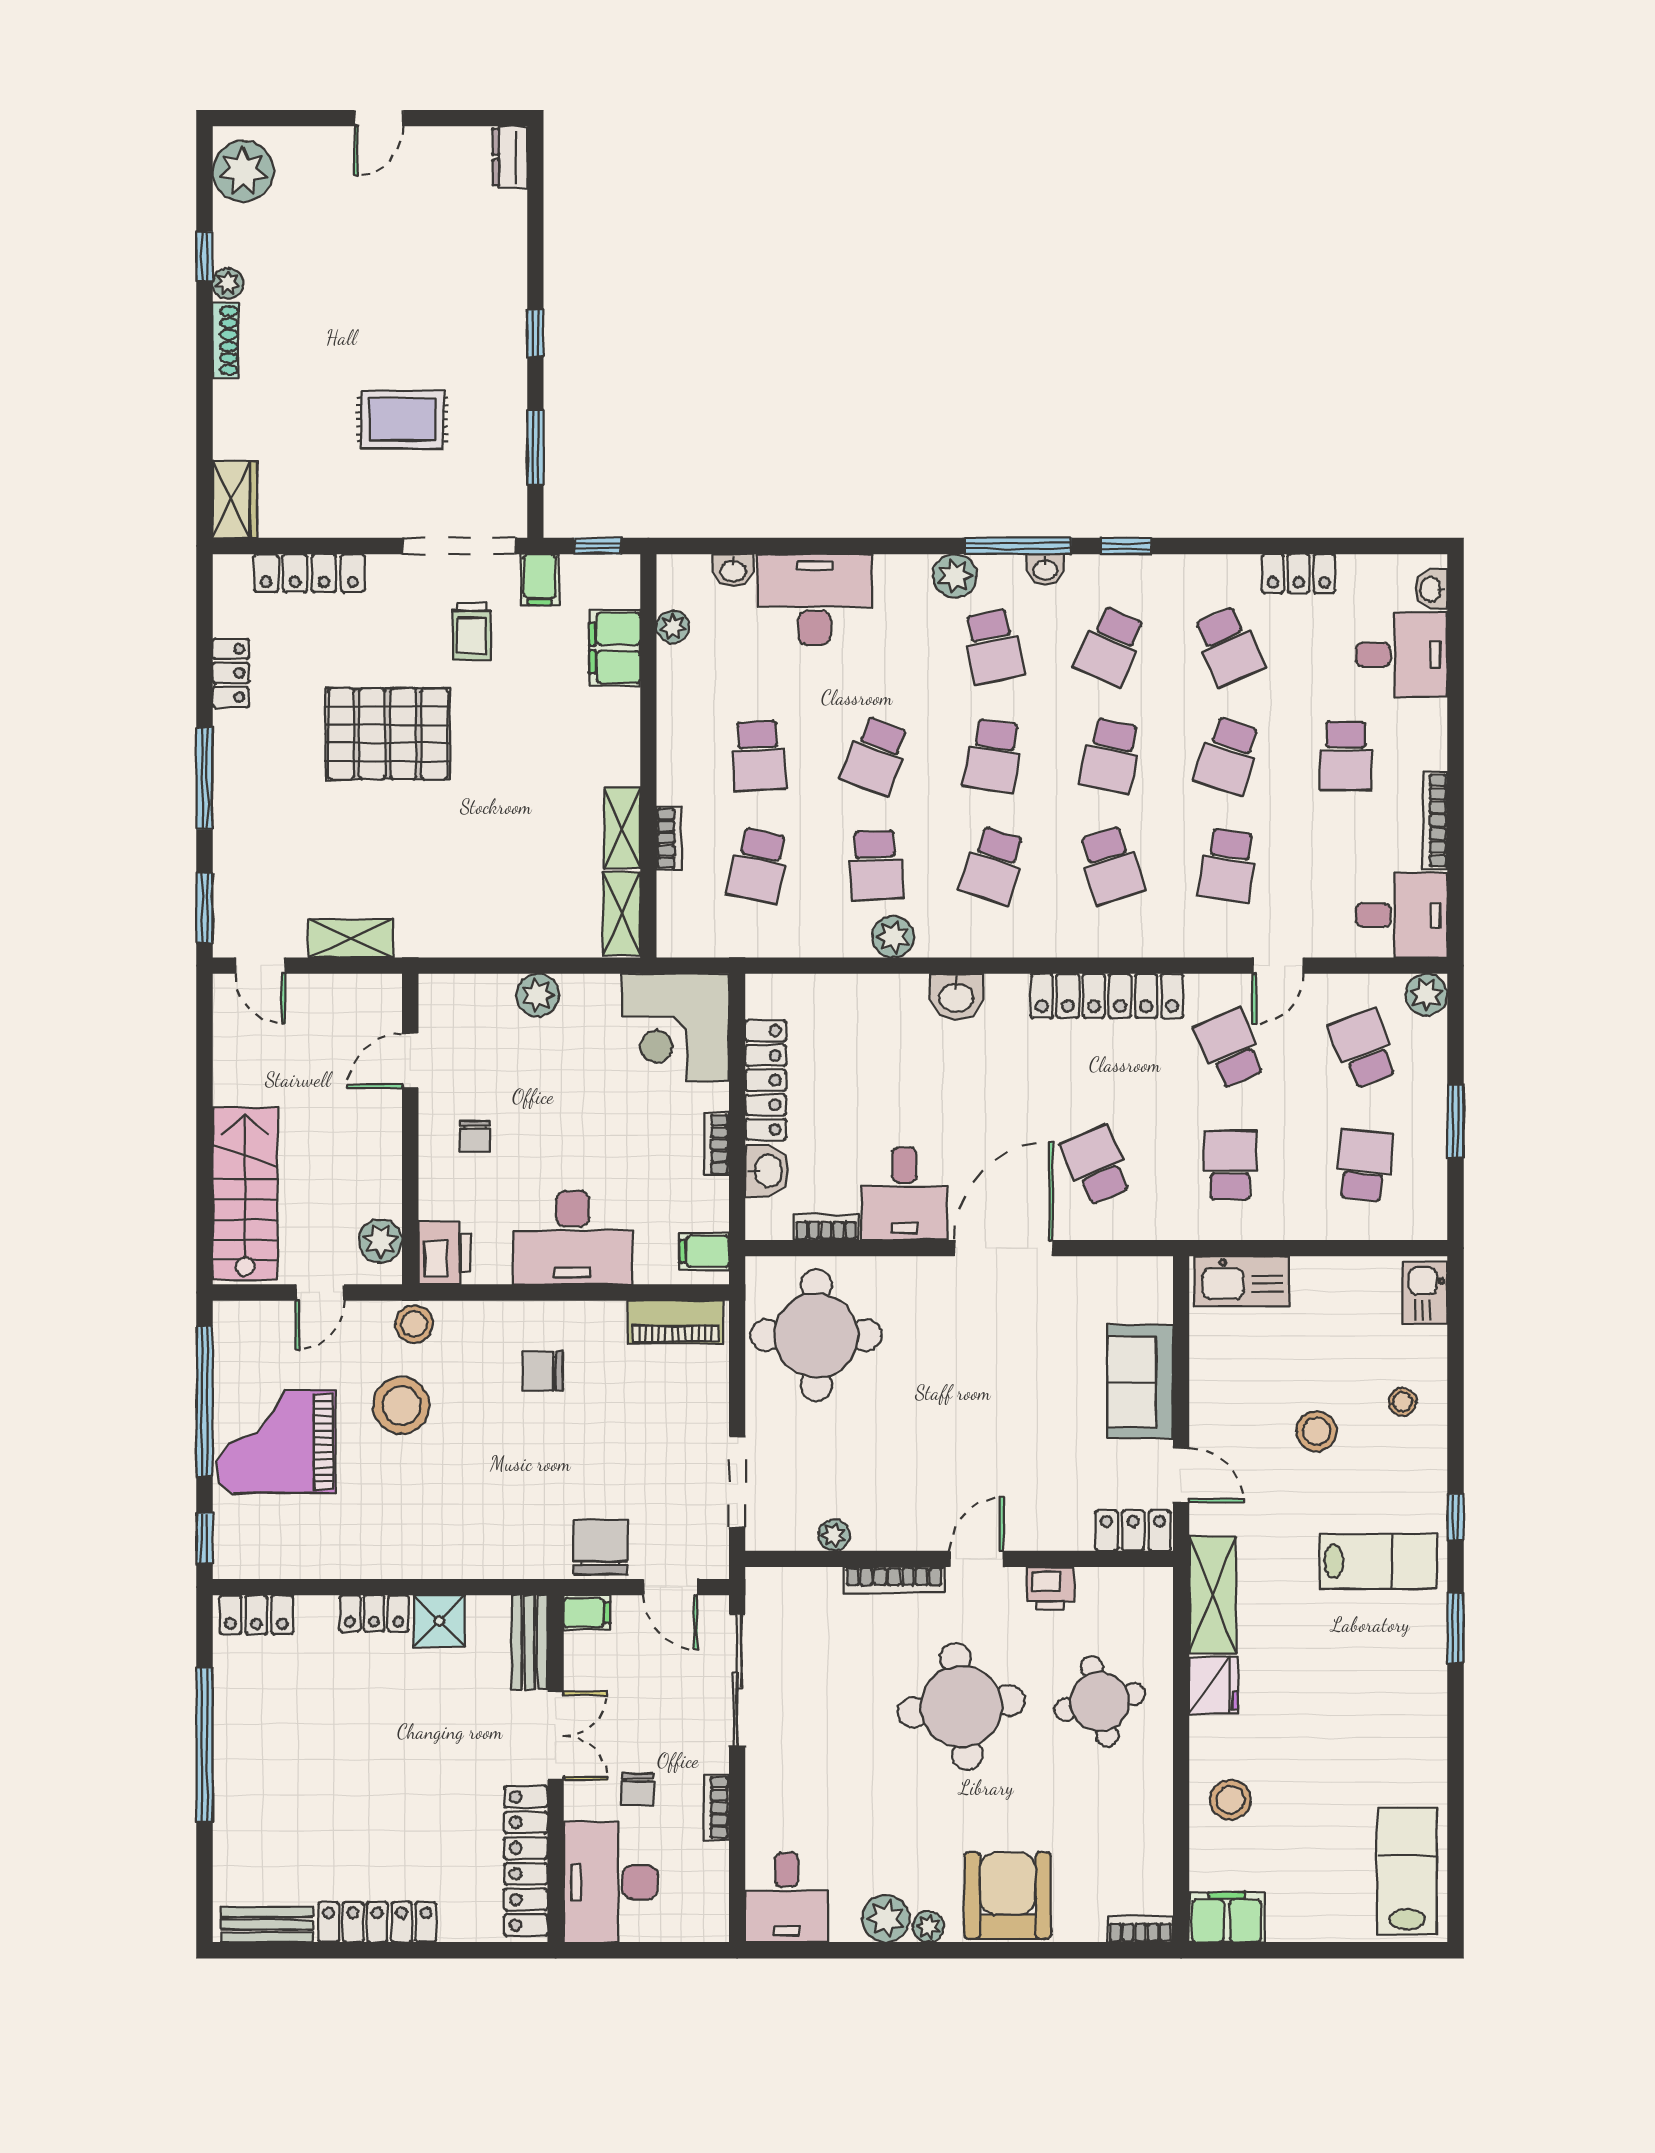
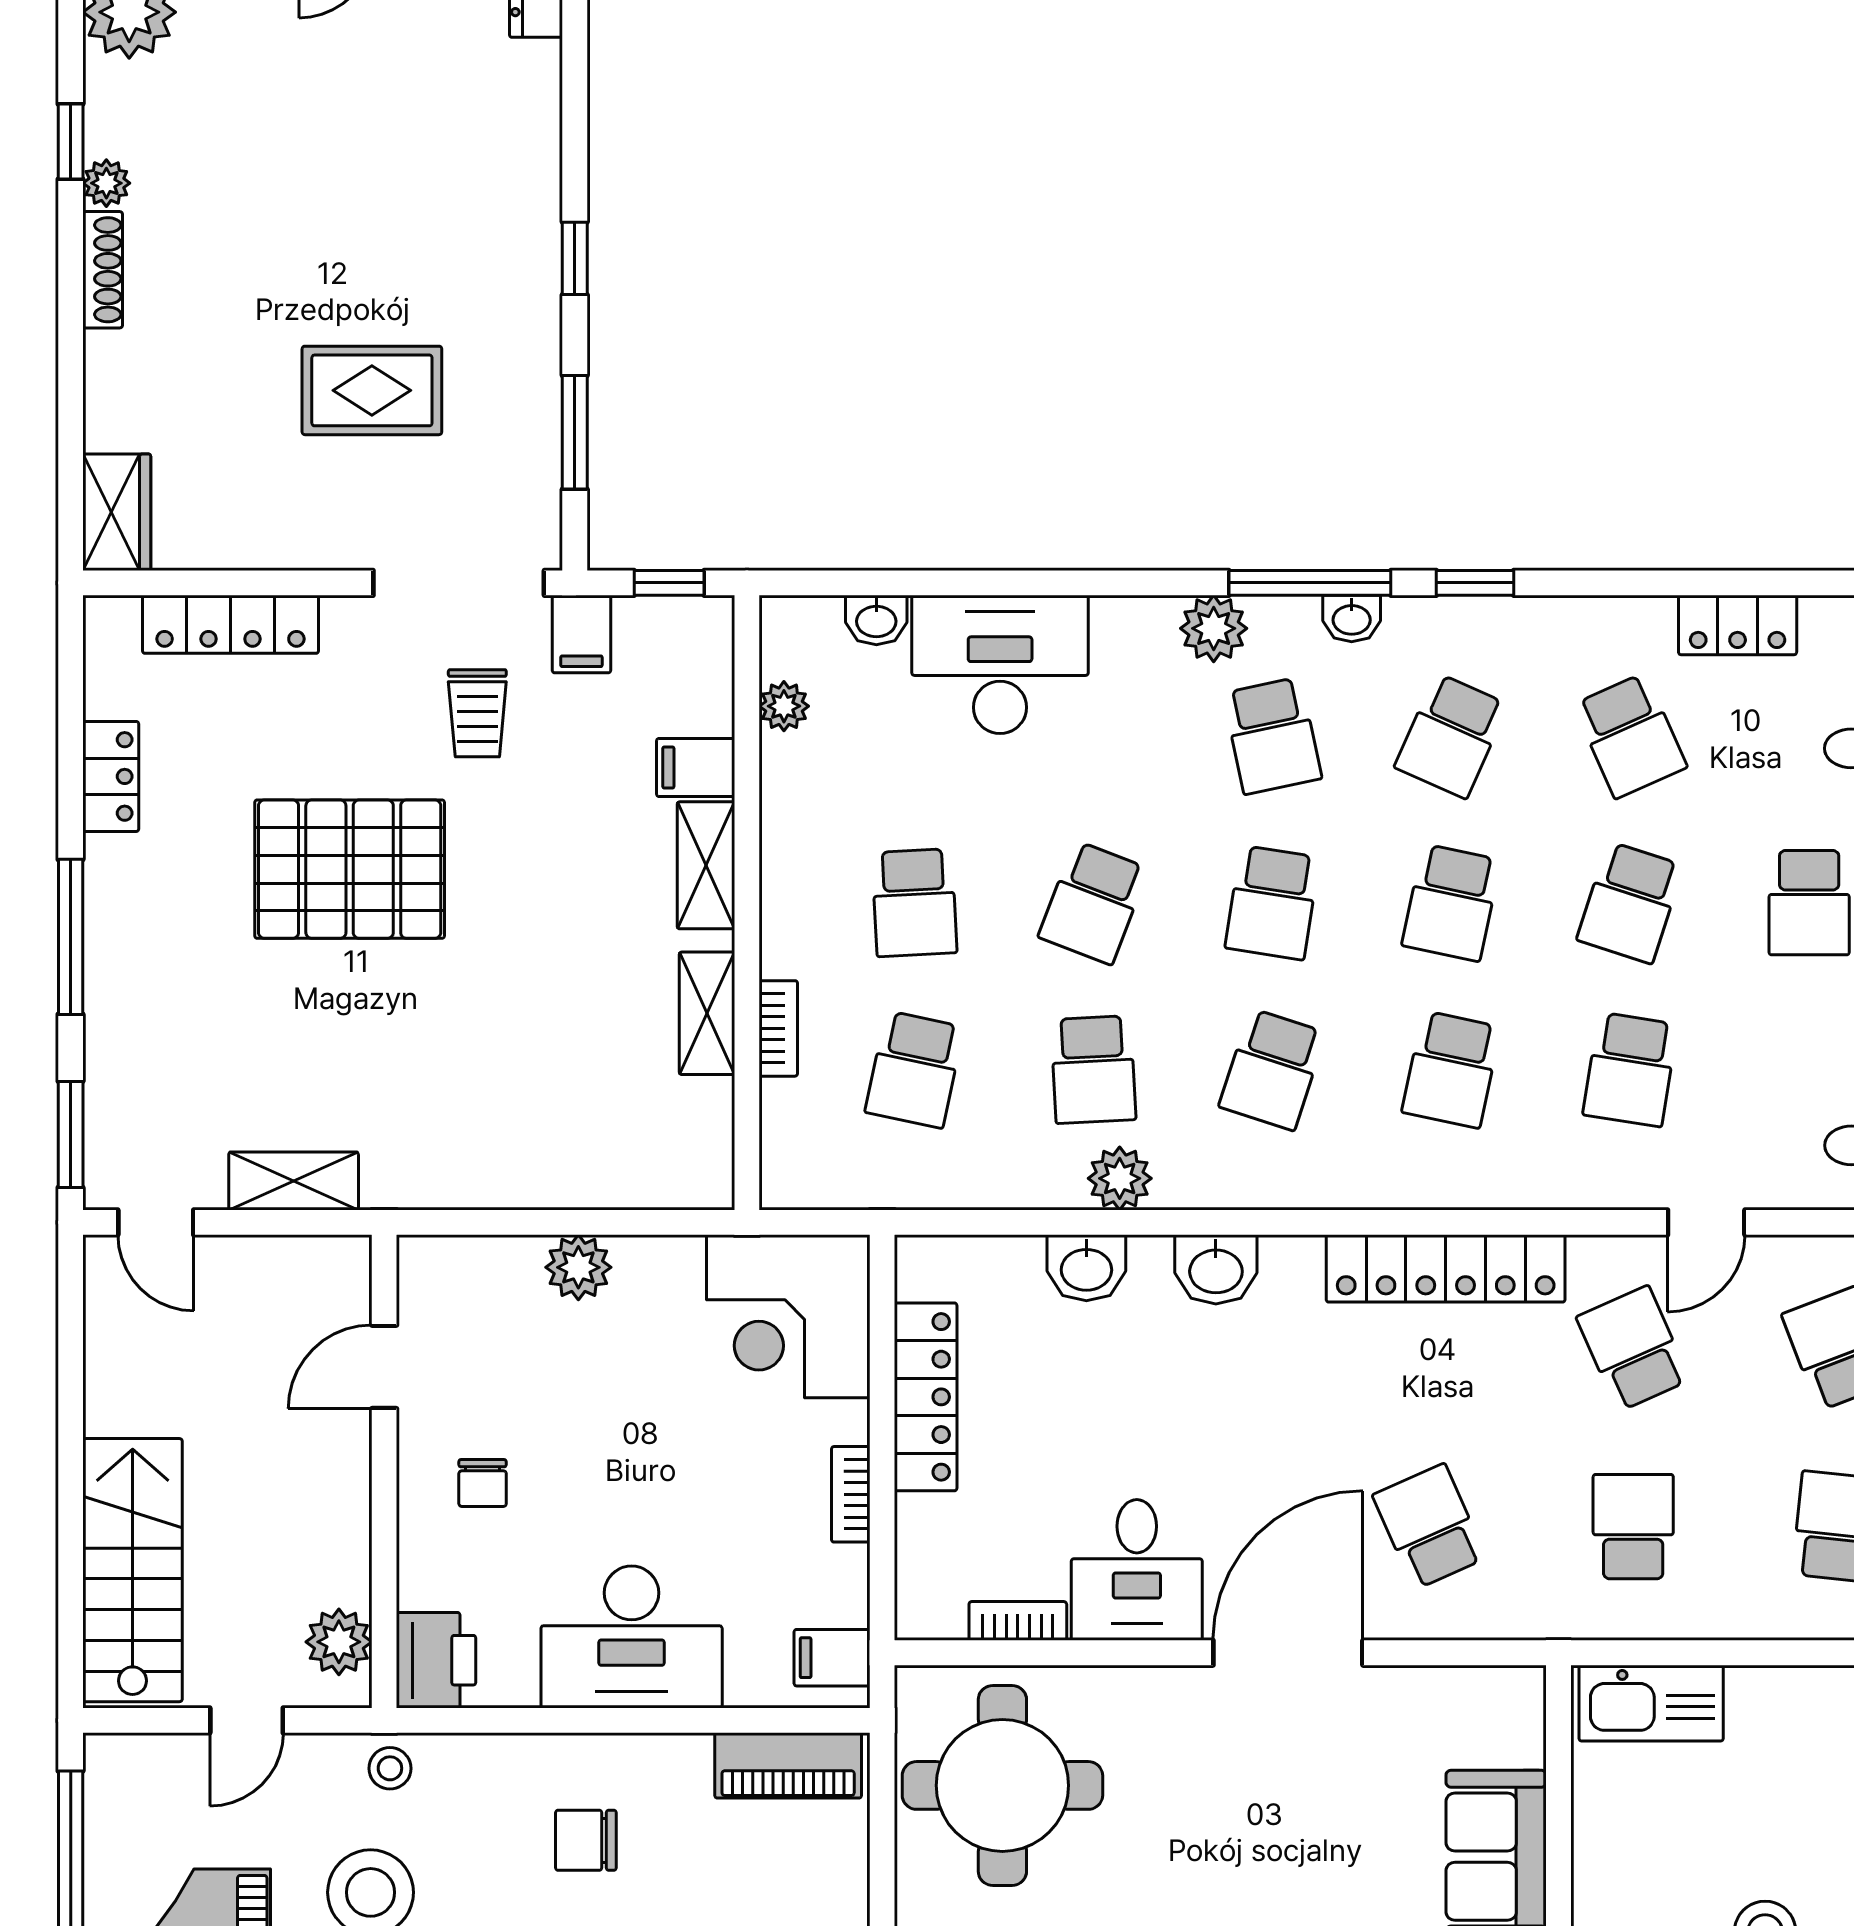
filing cabinet: (615, 648) -> (696, 767), width x0.50
school desk: (1111, 865) -> (1451, 1070), turned 30
shelving: (622, 914) -> (706, 865), moved
washbasin: (767, 1171) -> (1086, 1268), moved, turned 90
stool: (414, 1324) -> (390, 1768), width x0.73, depth x0.73

